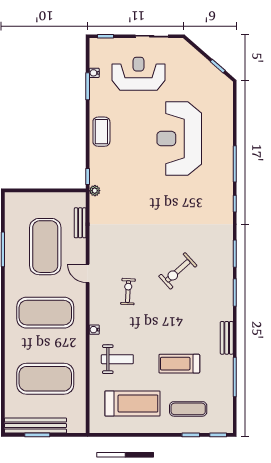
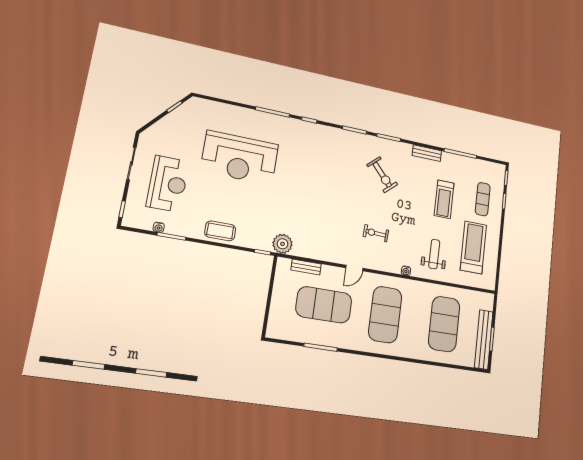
reception desk: (138, 74) -> (168, 184), turned 180
plant: (95, 191) -> (283, 244), width x1.88, depth x1.88
exercise bike: (178, 271) -> (382, 175), moved

